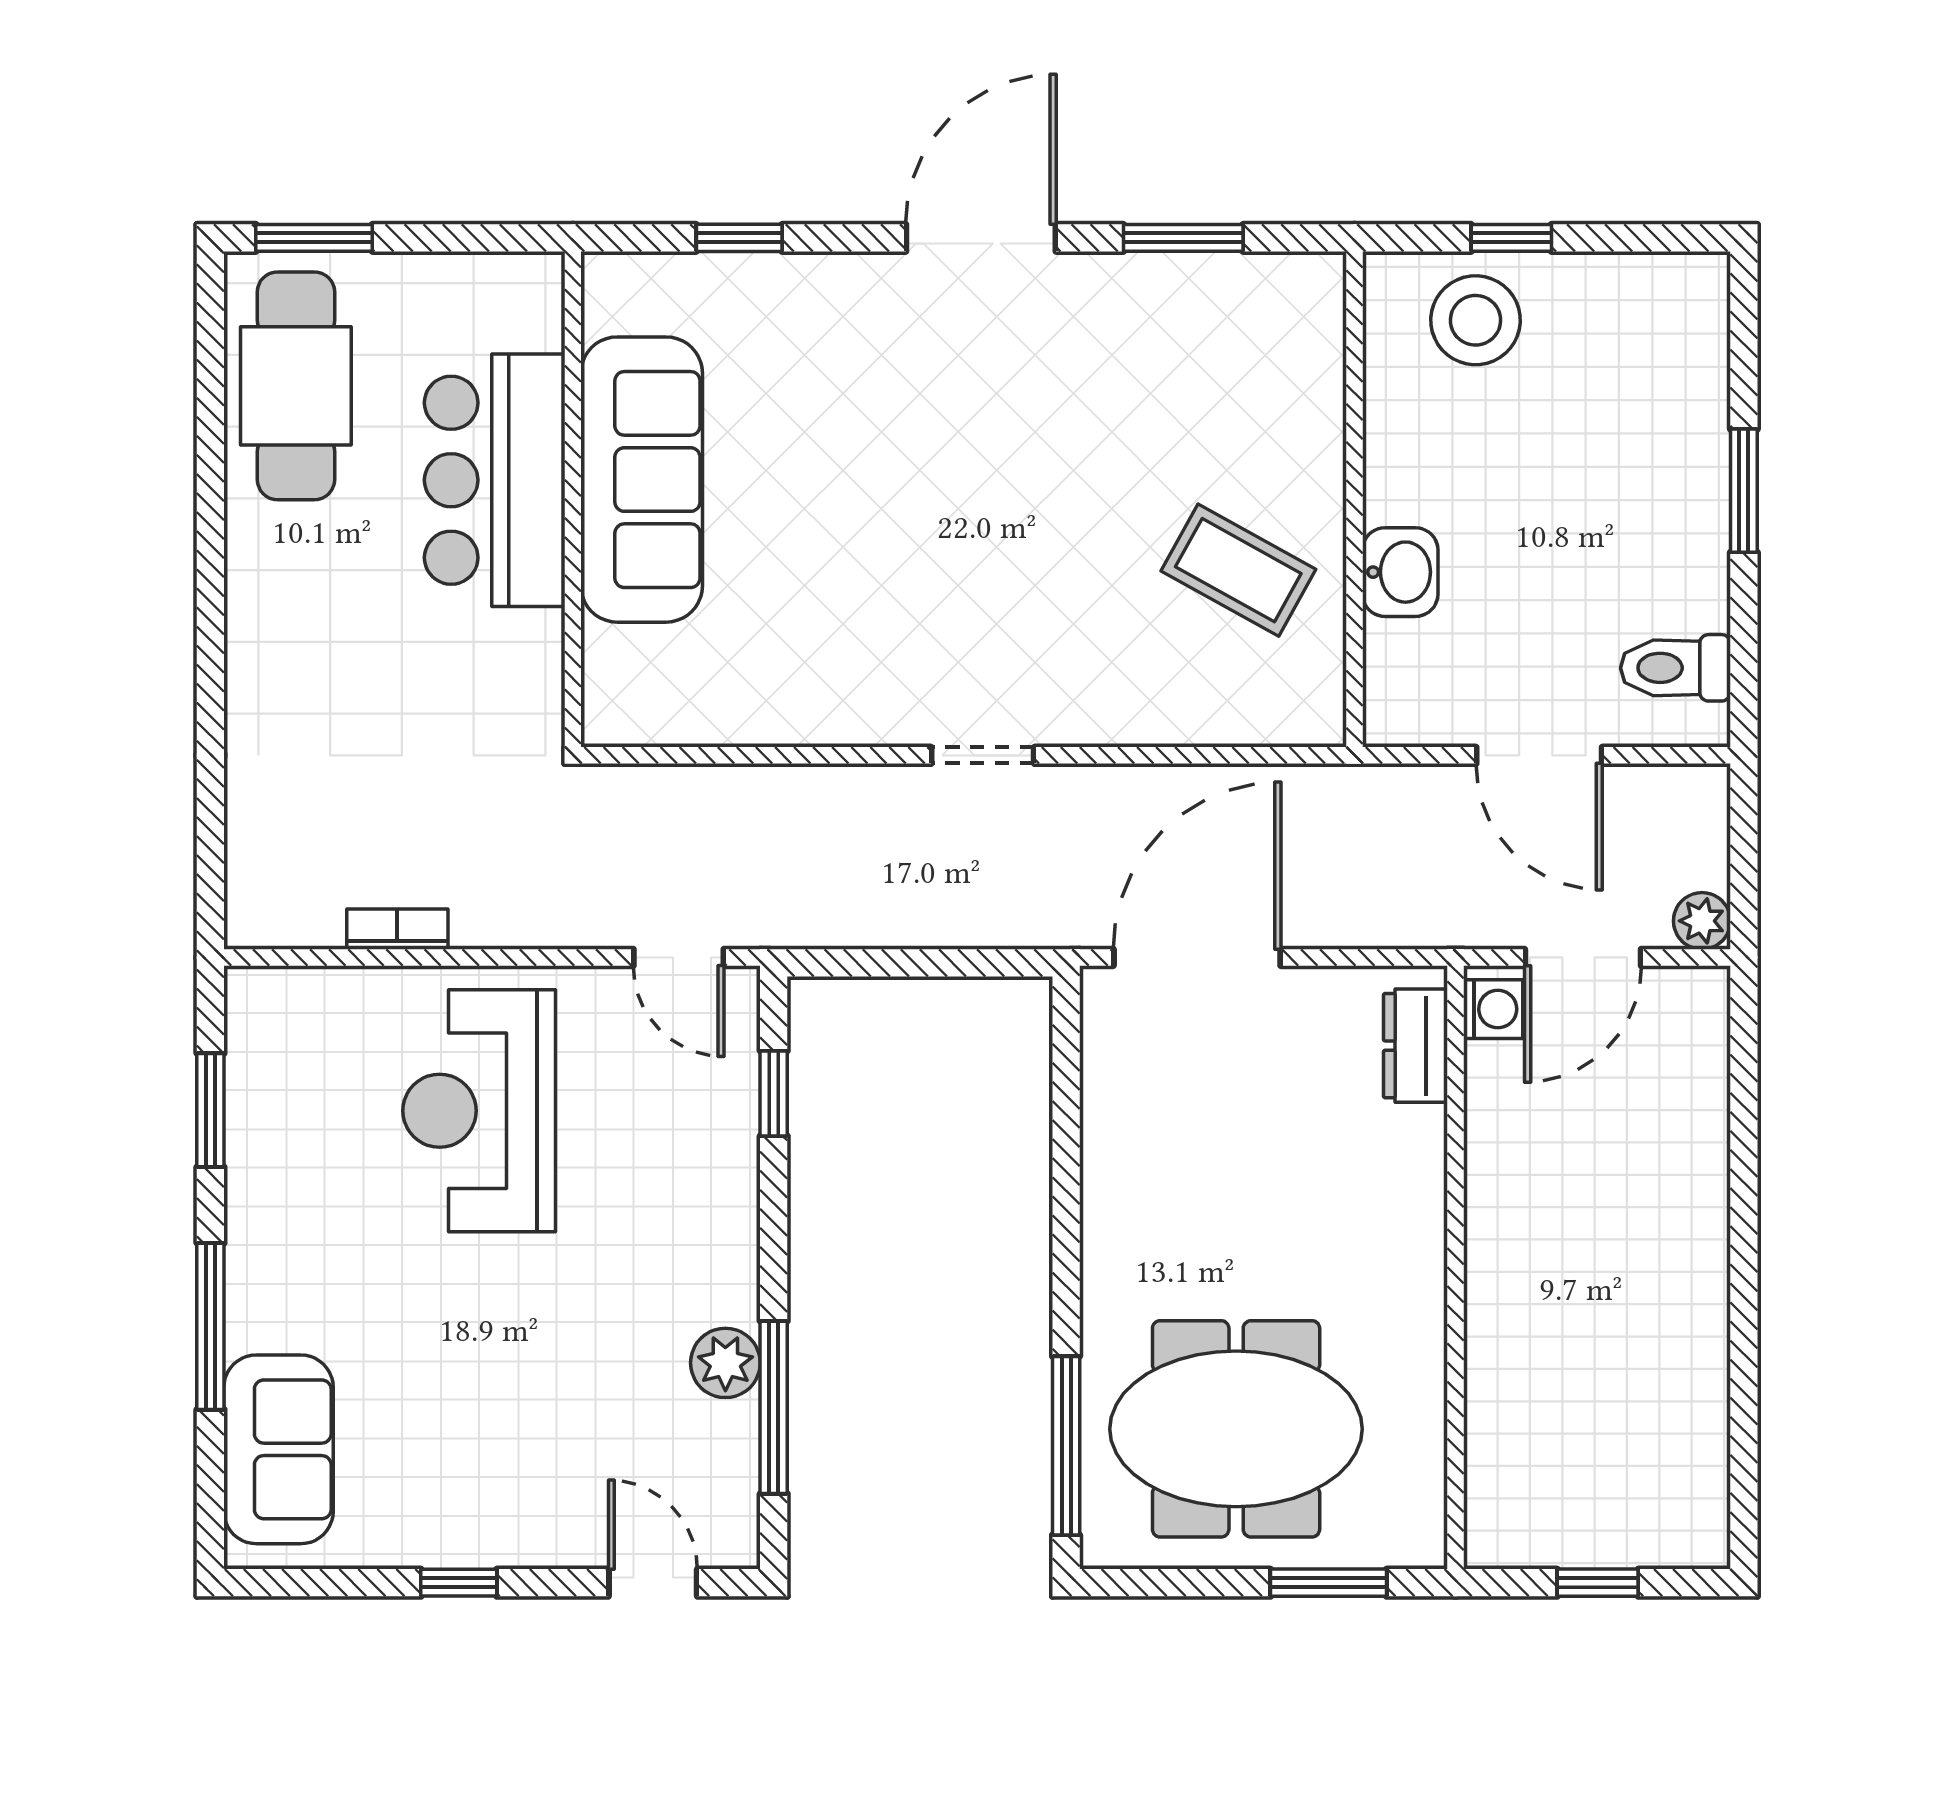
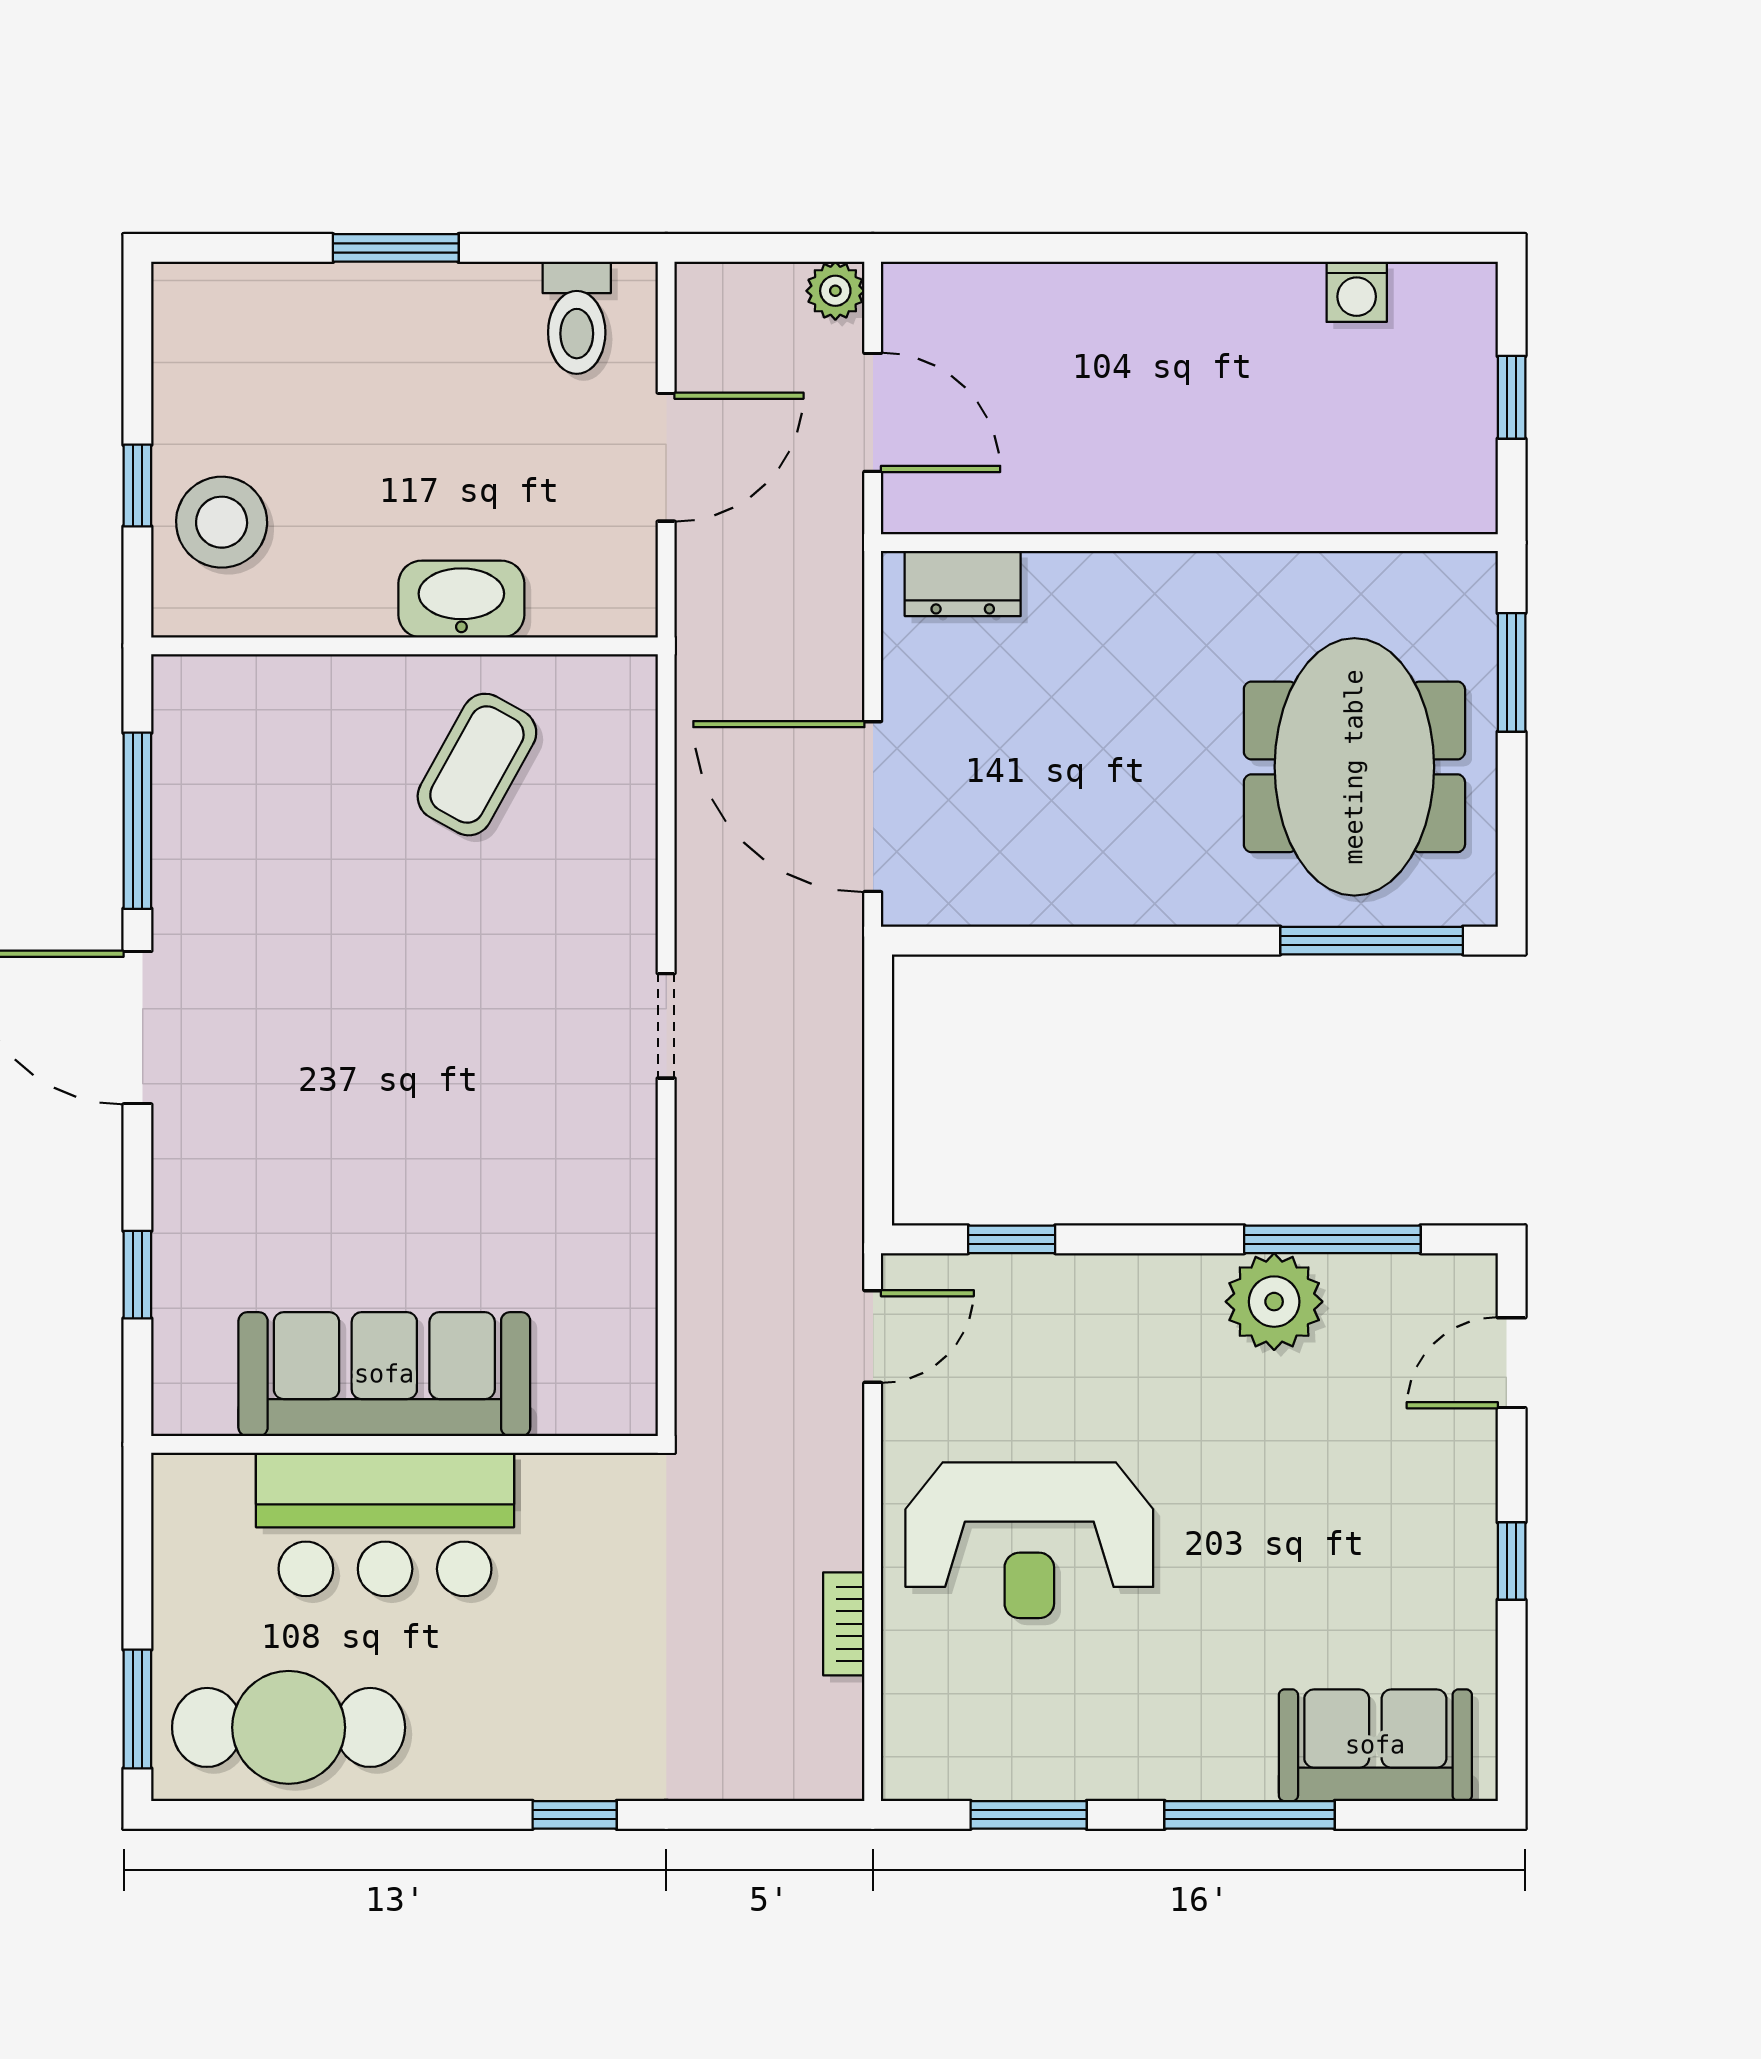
window: (1183, 238) -> (137, 821), width x1.44
washbasin: (1400, 572) -> (461, 599), width x1.38
window: (210, 666) -> (575, 1815), added
washing machine: (1493, 1009) -> (1357, 292), moved, turned 180
plant: (725, 1363) -> (1274, 1302), width x1.36, depth x1.36

